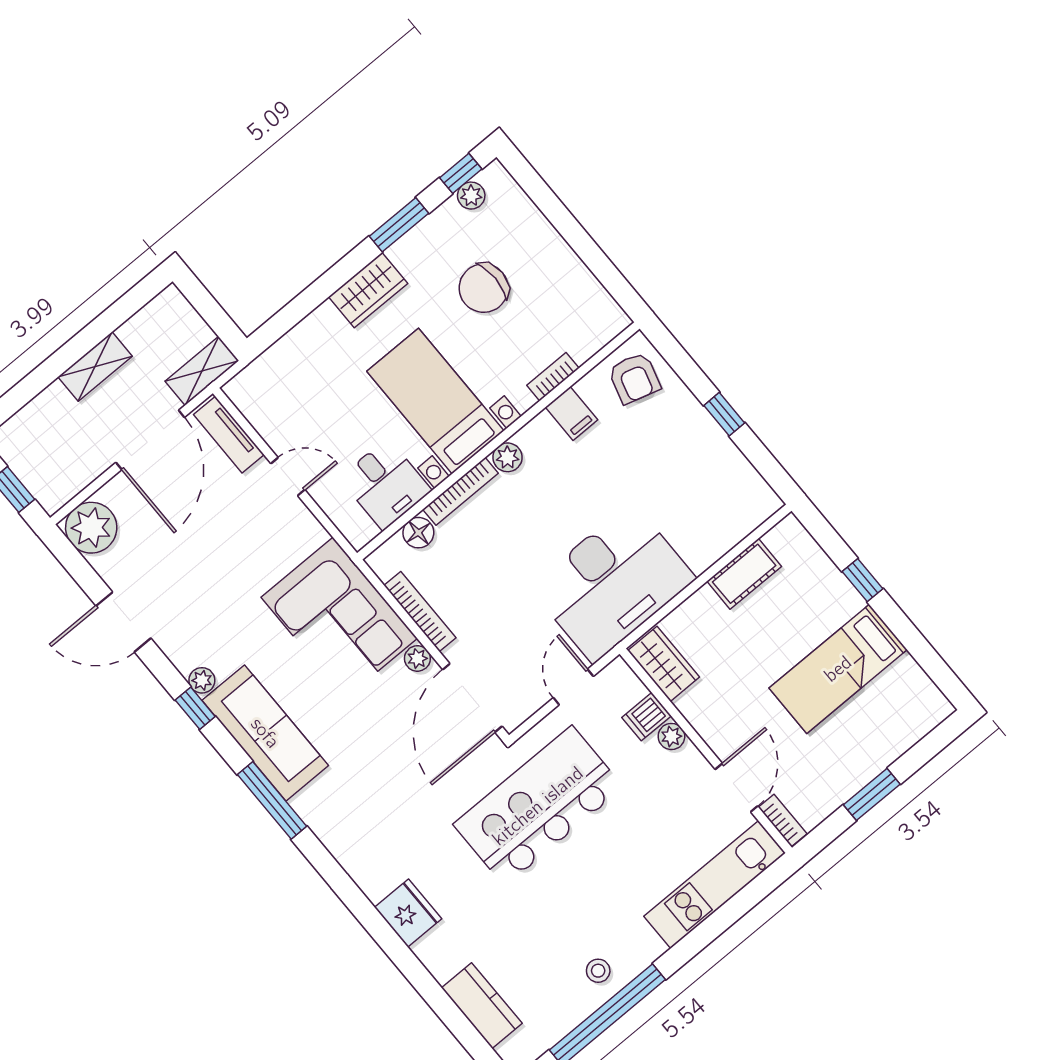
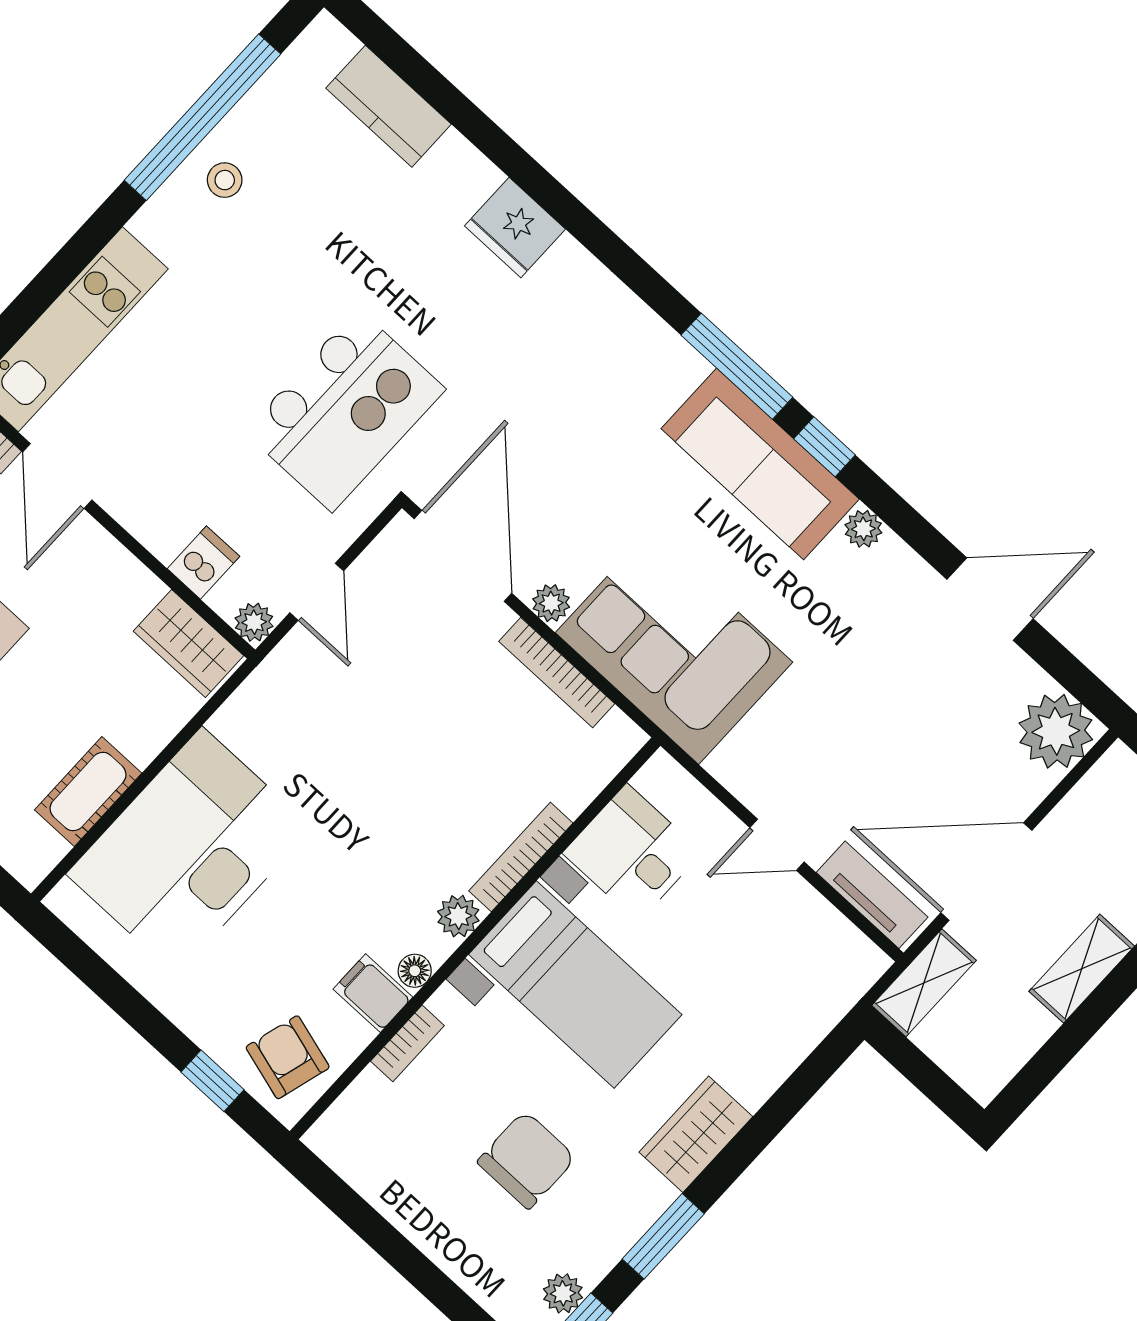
window: (724, 414) -> (212, 1081), moved
door: (150, 440) -> (986, 872), hinge flipped
floor lamp: (418, 533) -> (415, 971), moved, width x0.73, depth x0.73
desk: (612, 583) -> (189, 851), moved
window: (195, 708) -> (824, 447), moved
plant: (671, 736) -> (254, 622), moved
kitchen island: (538, 806) -> (345, 410), width x0.73

